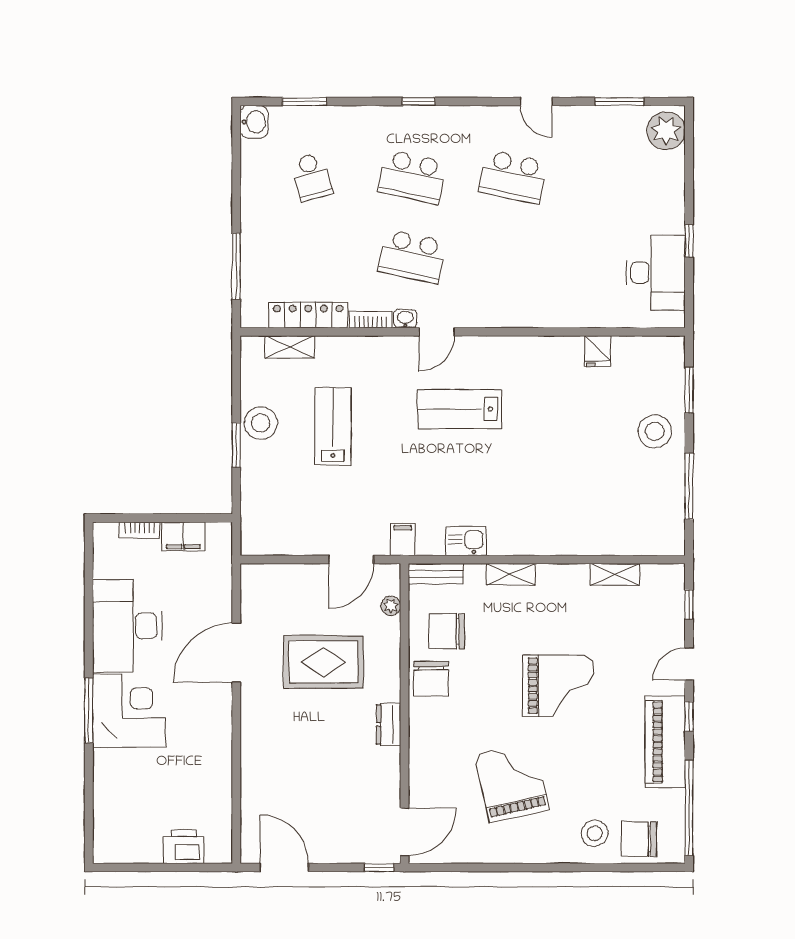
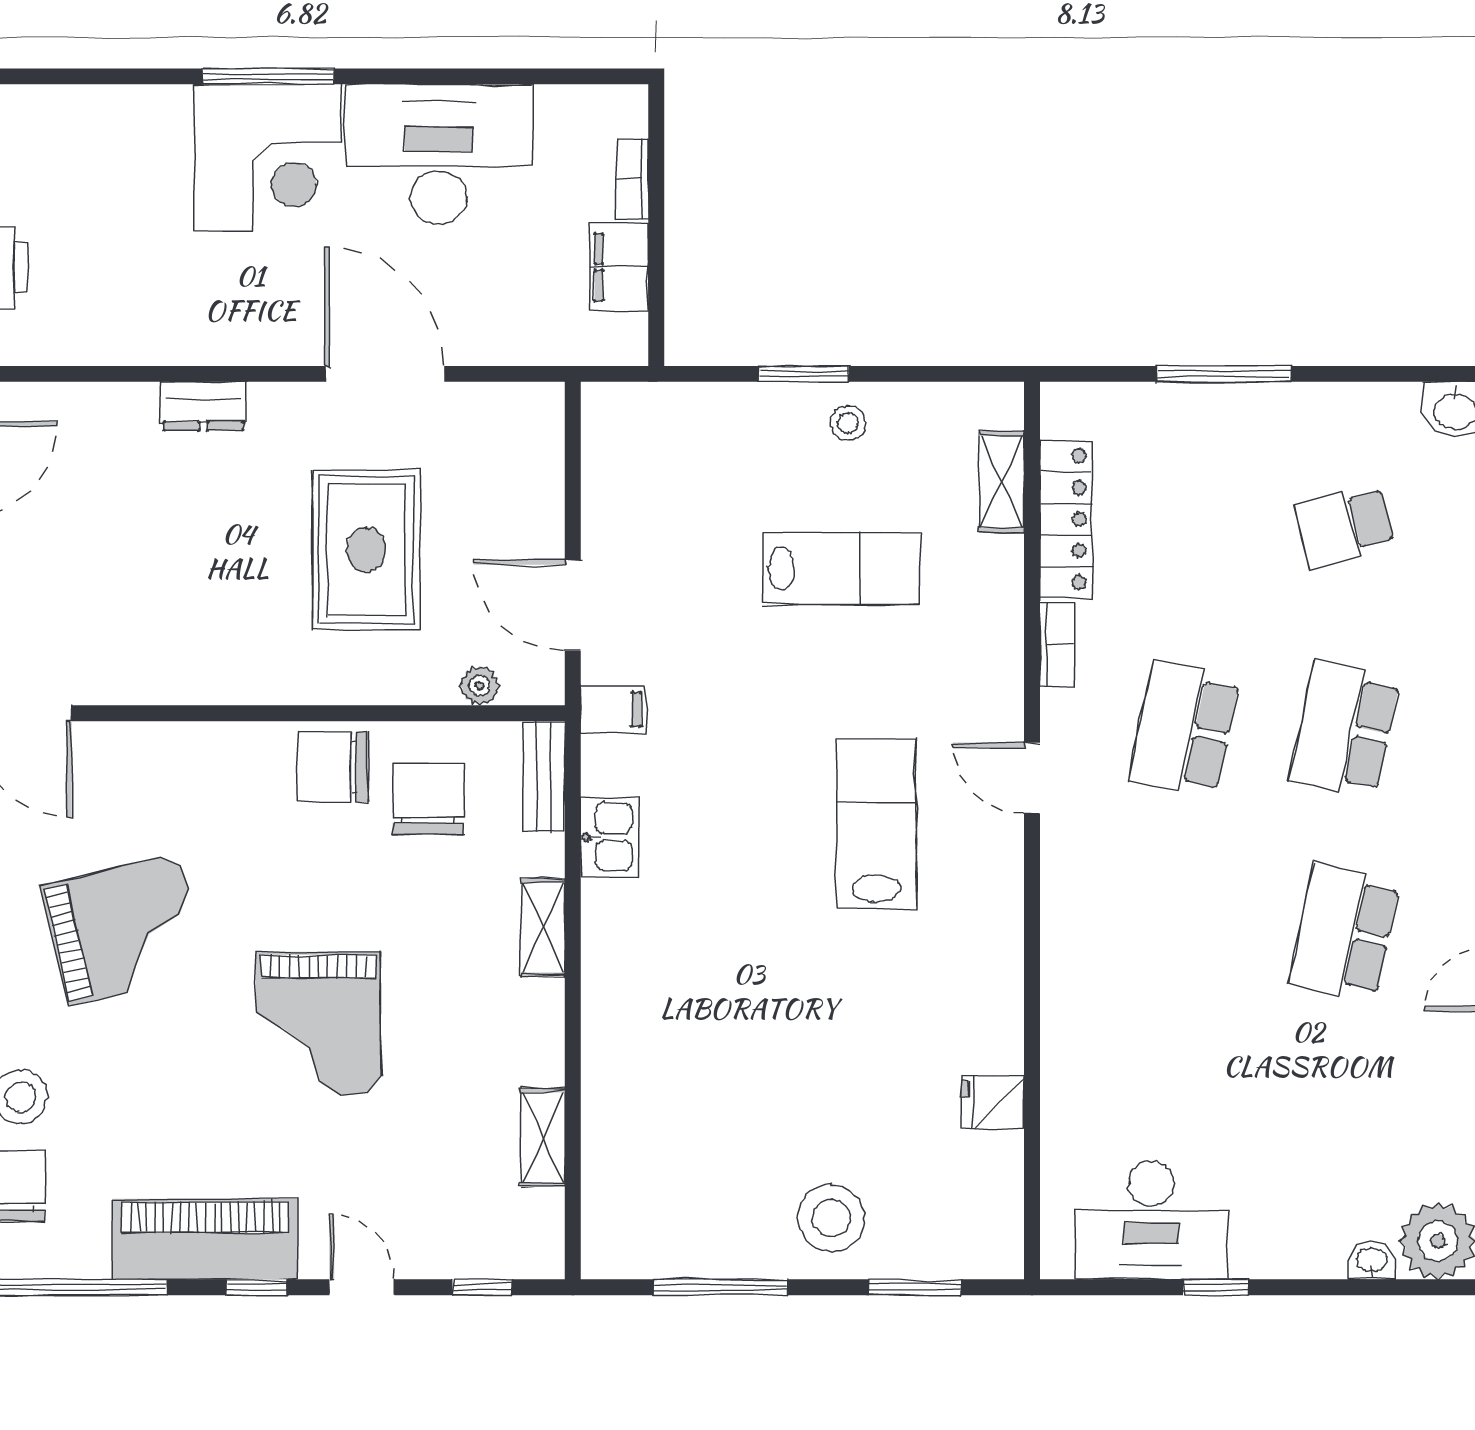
window: (236, 266) -> (1224, 374), moved
washbasin: (405, 319) -> (1372, 1261), moved, turned -90
stool: (261, 423) -> (848, 423), width x0.53, depth x0.53
dresser: (388, 724) -> (203, 406), moved, turned 180

